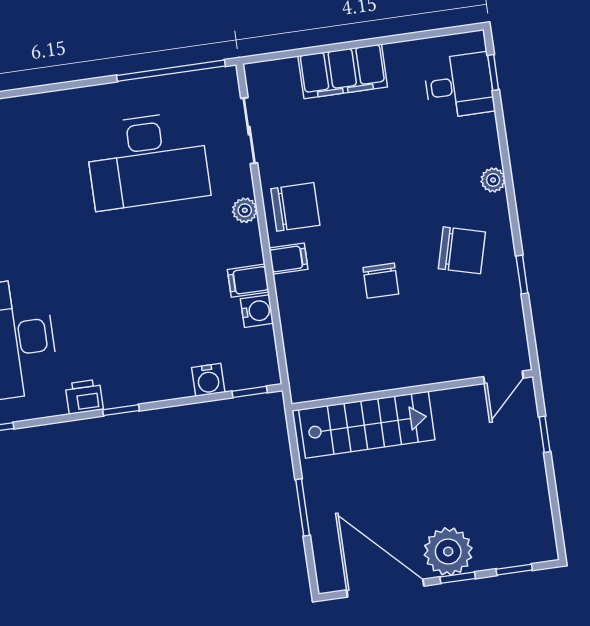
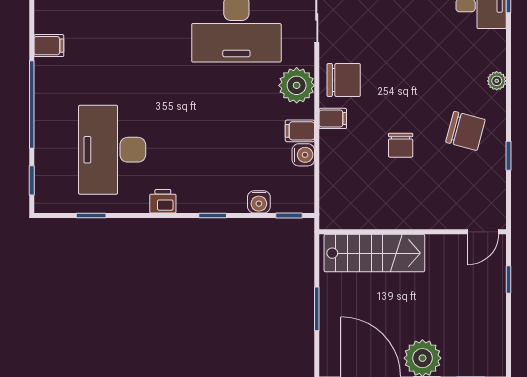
plant: (245, 210) -> (297, 85), width x1.87, depth x1.87
window: (121, 410) -> (213, 215), moved

